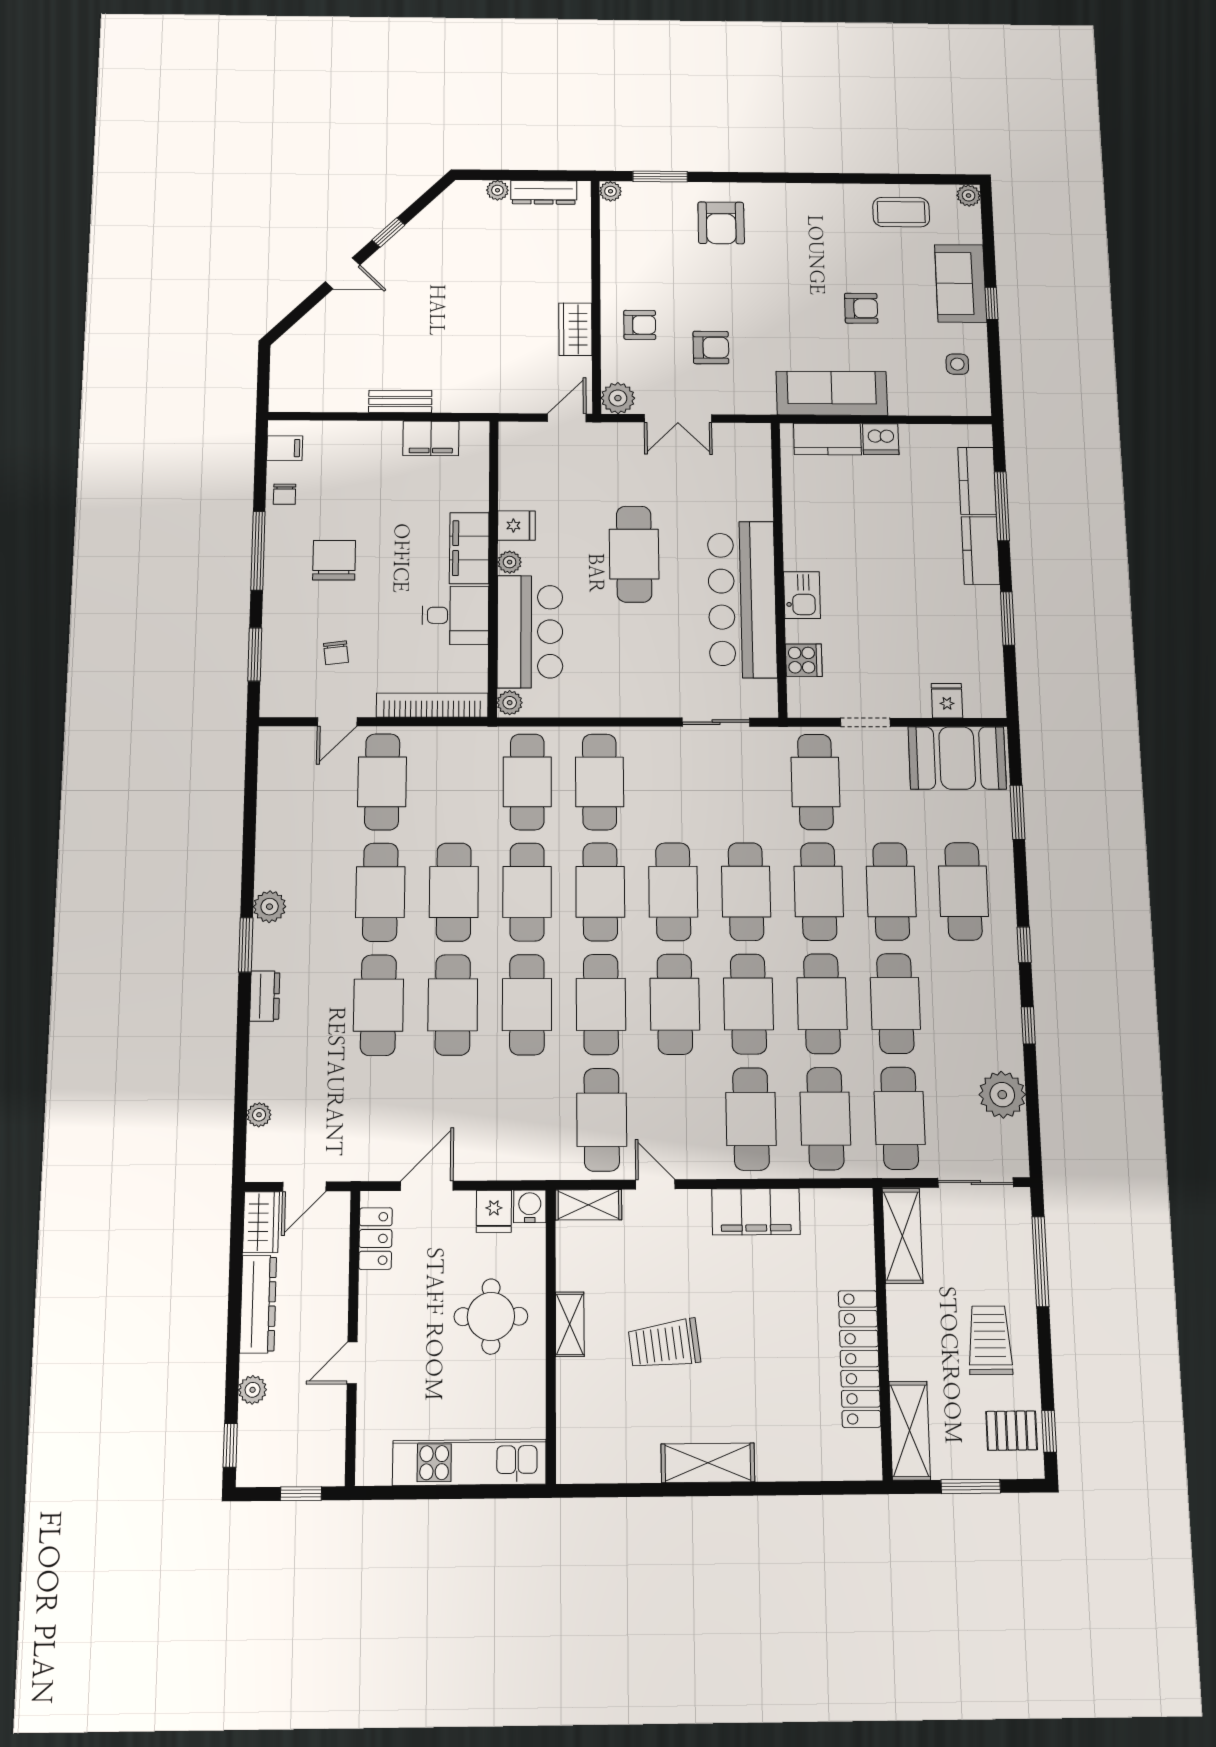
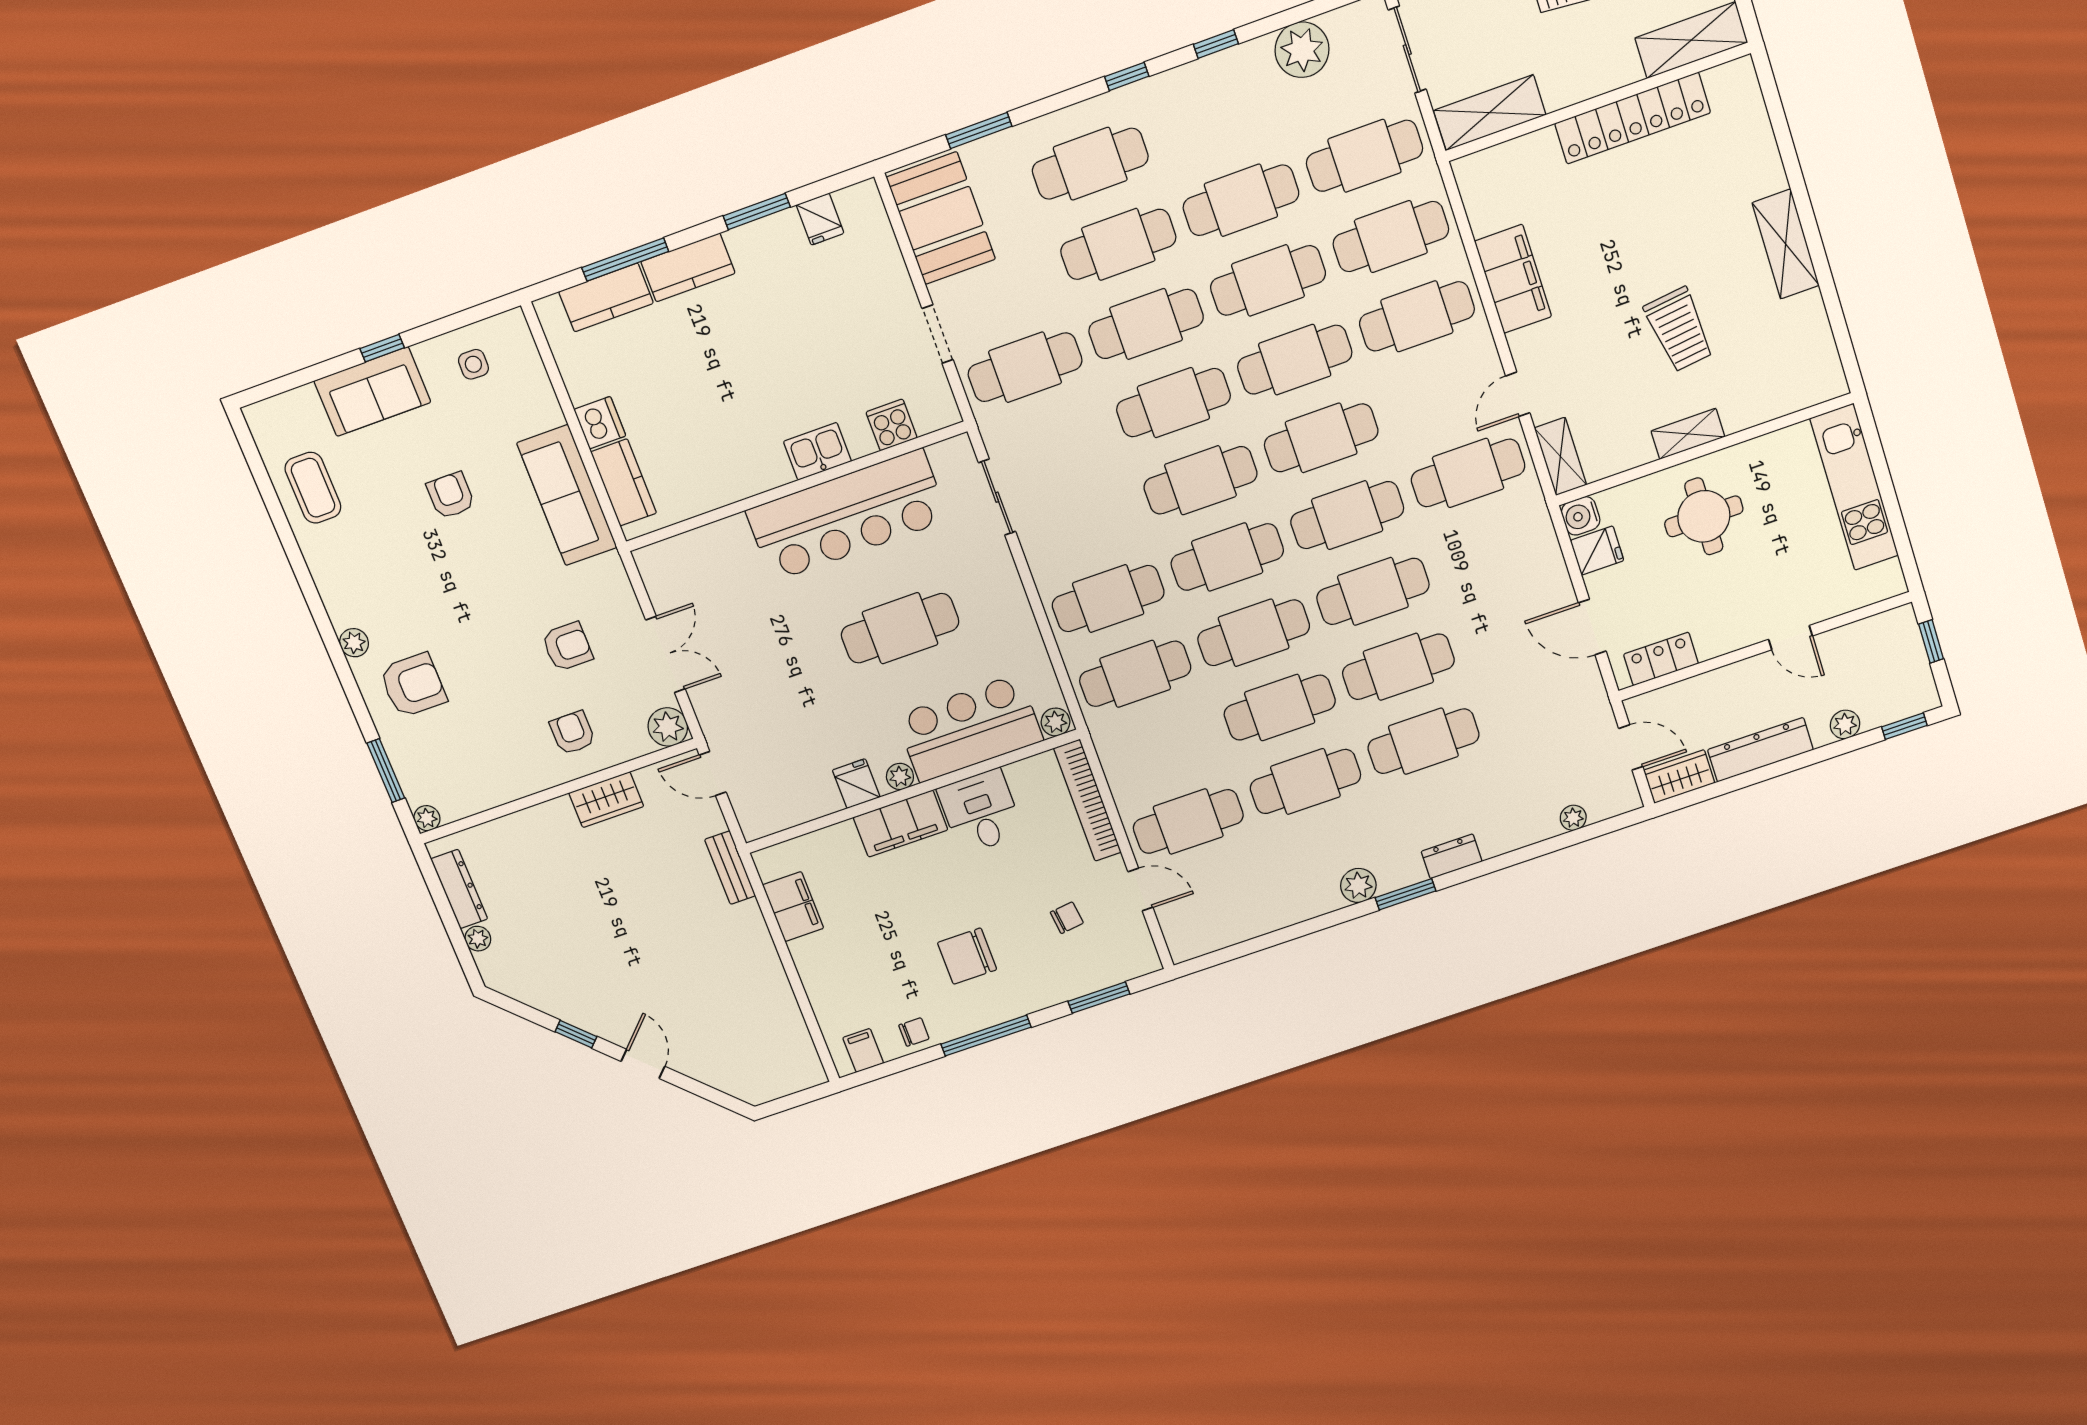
plant: (969, 196) -> (354, 643), moved
armchair: (711, 347) -> (567, 647), turned 90
bench: (400, 401) -> (730, 868), moved
cafe table: (634, 554) -> (900, 628), moved
fridge: (947, 701) -> (820, 219), moved, turned -90

